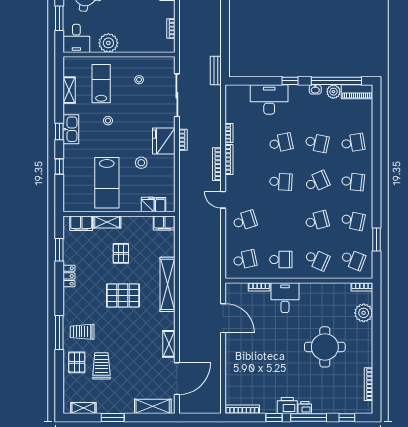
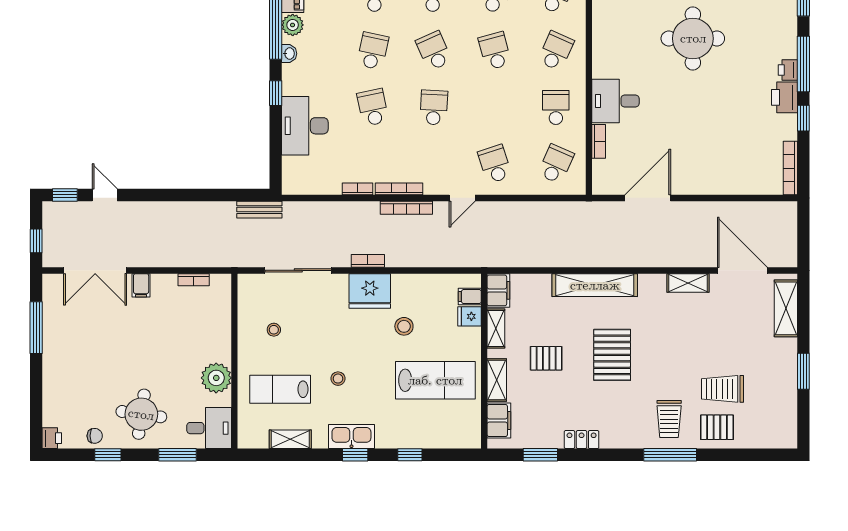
school desk: (245, 260) -> (556, 164), turned 36
shelving: (83, 408) -> (496, 328), moved

